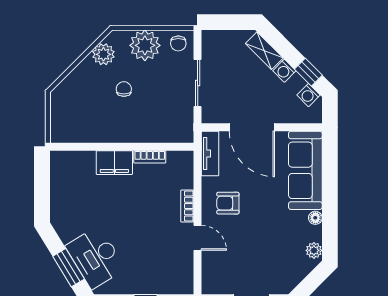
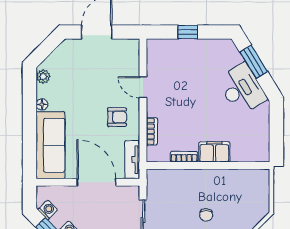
bookcase: (187, 206) -> (152, 131), moved
desk: (96, 257) -> (242, 89), moved

